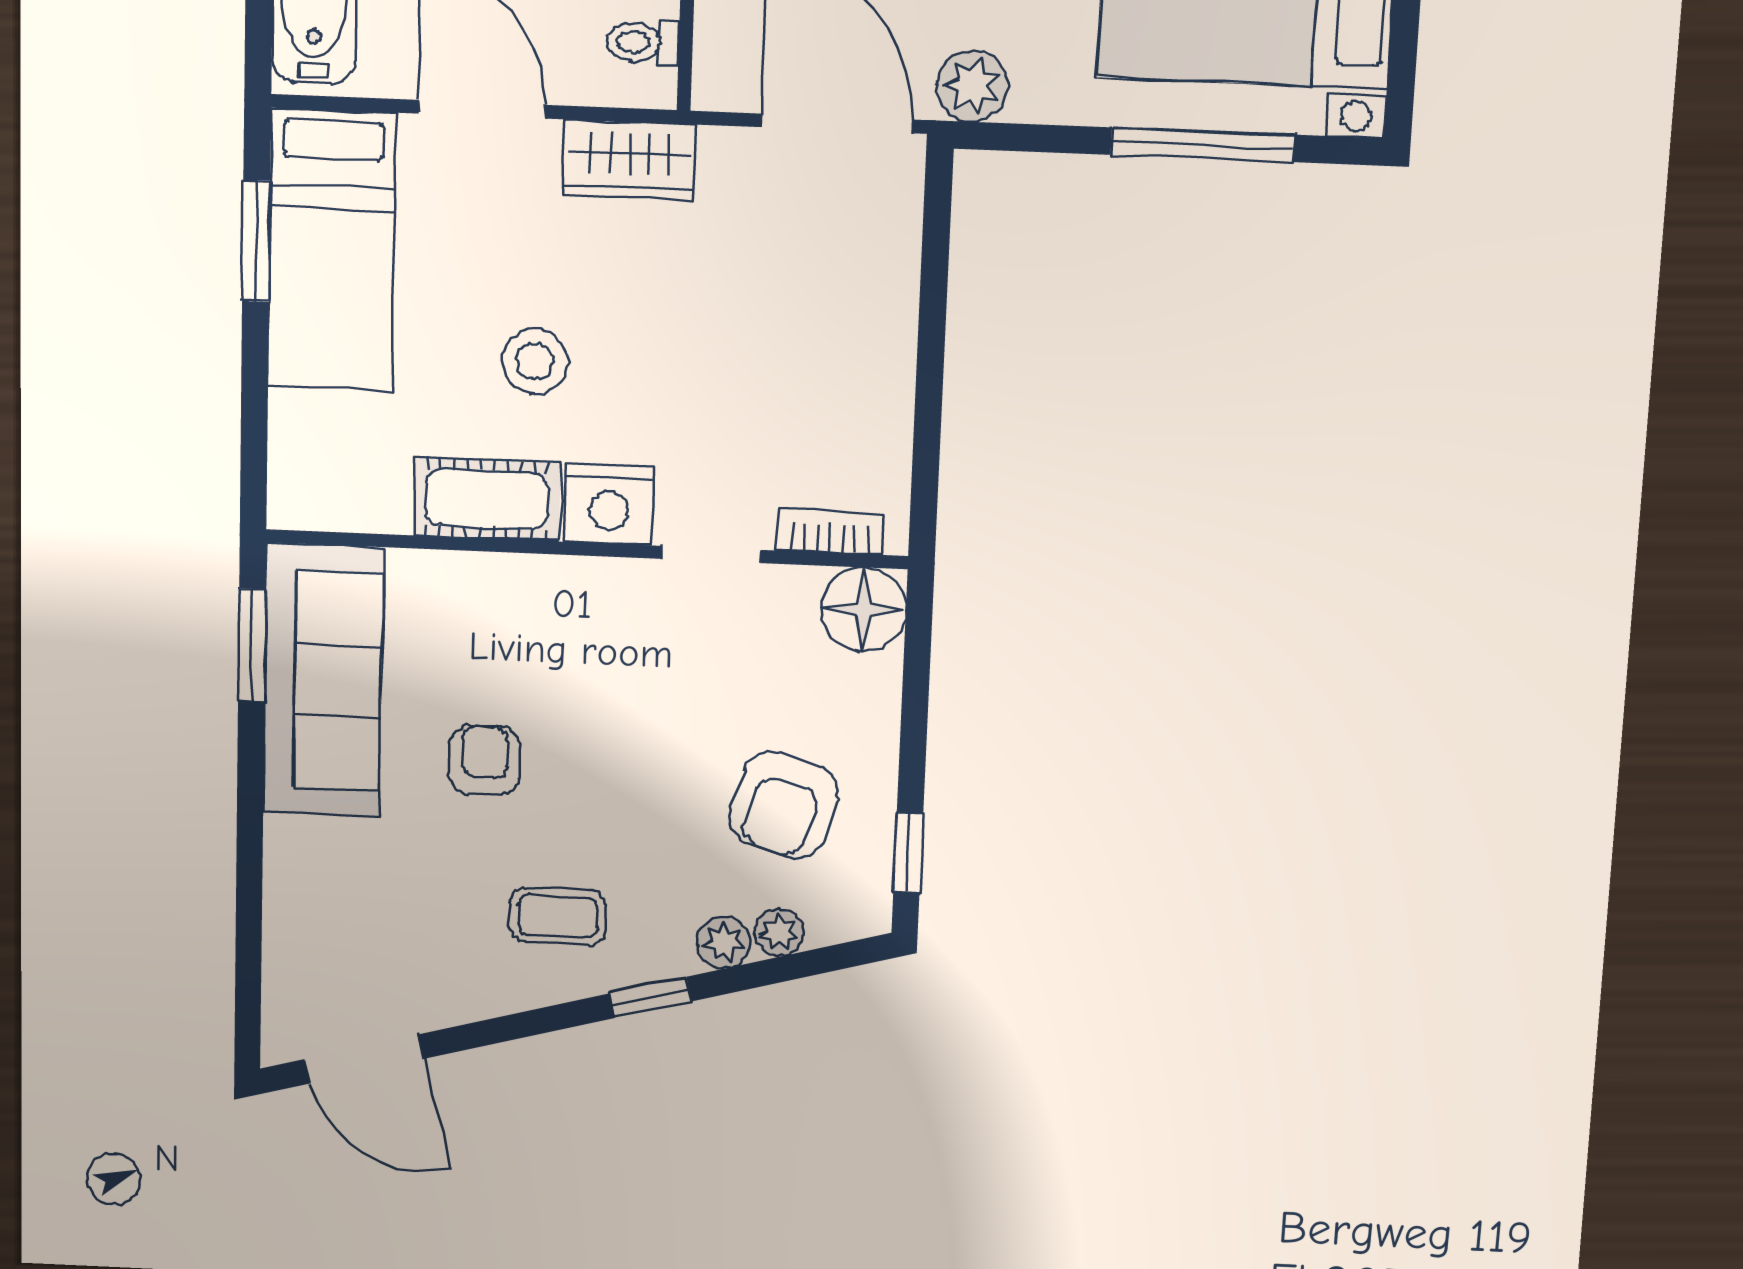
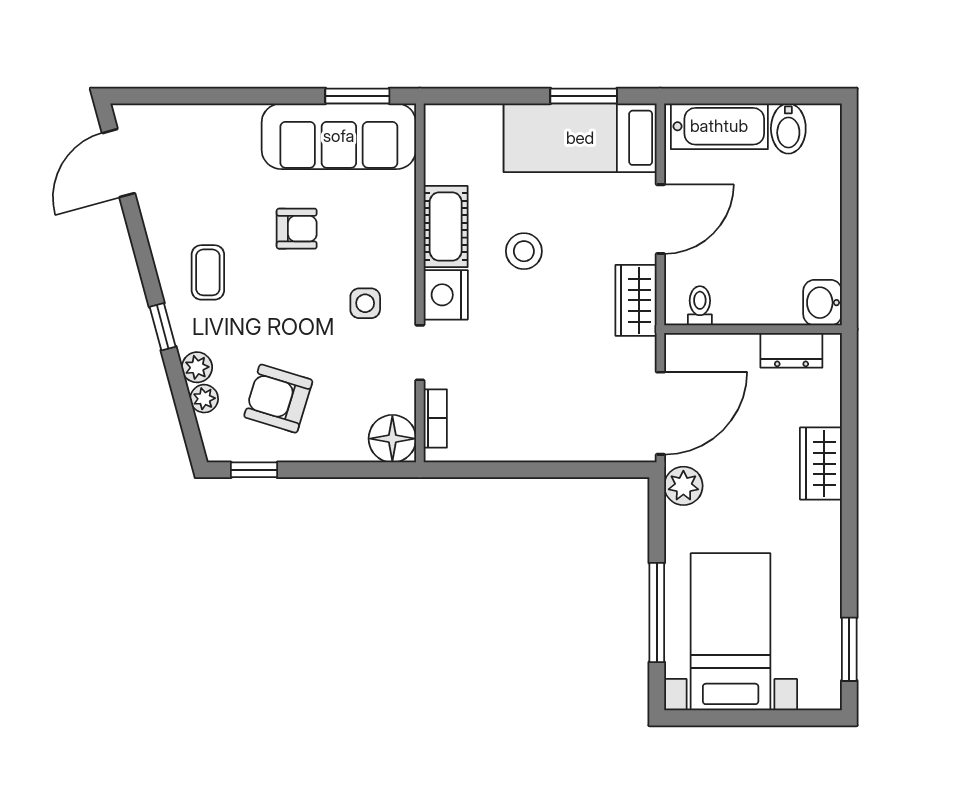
side table: (620, 647) -> (365, 303), added

